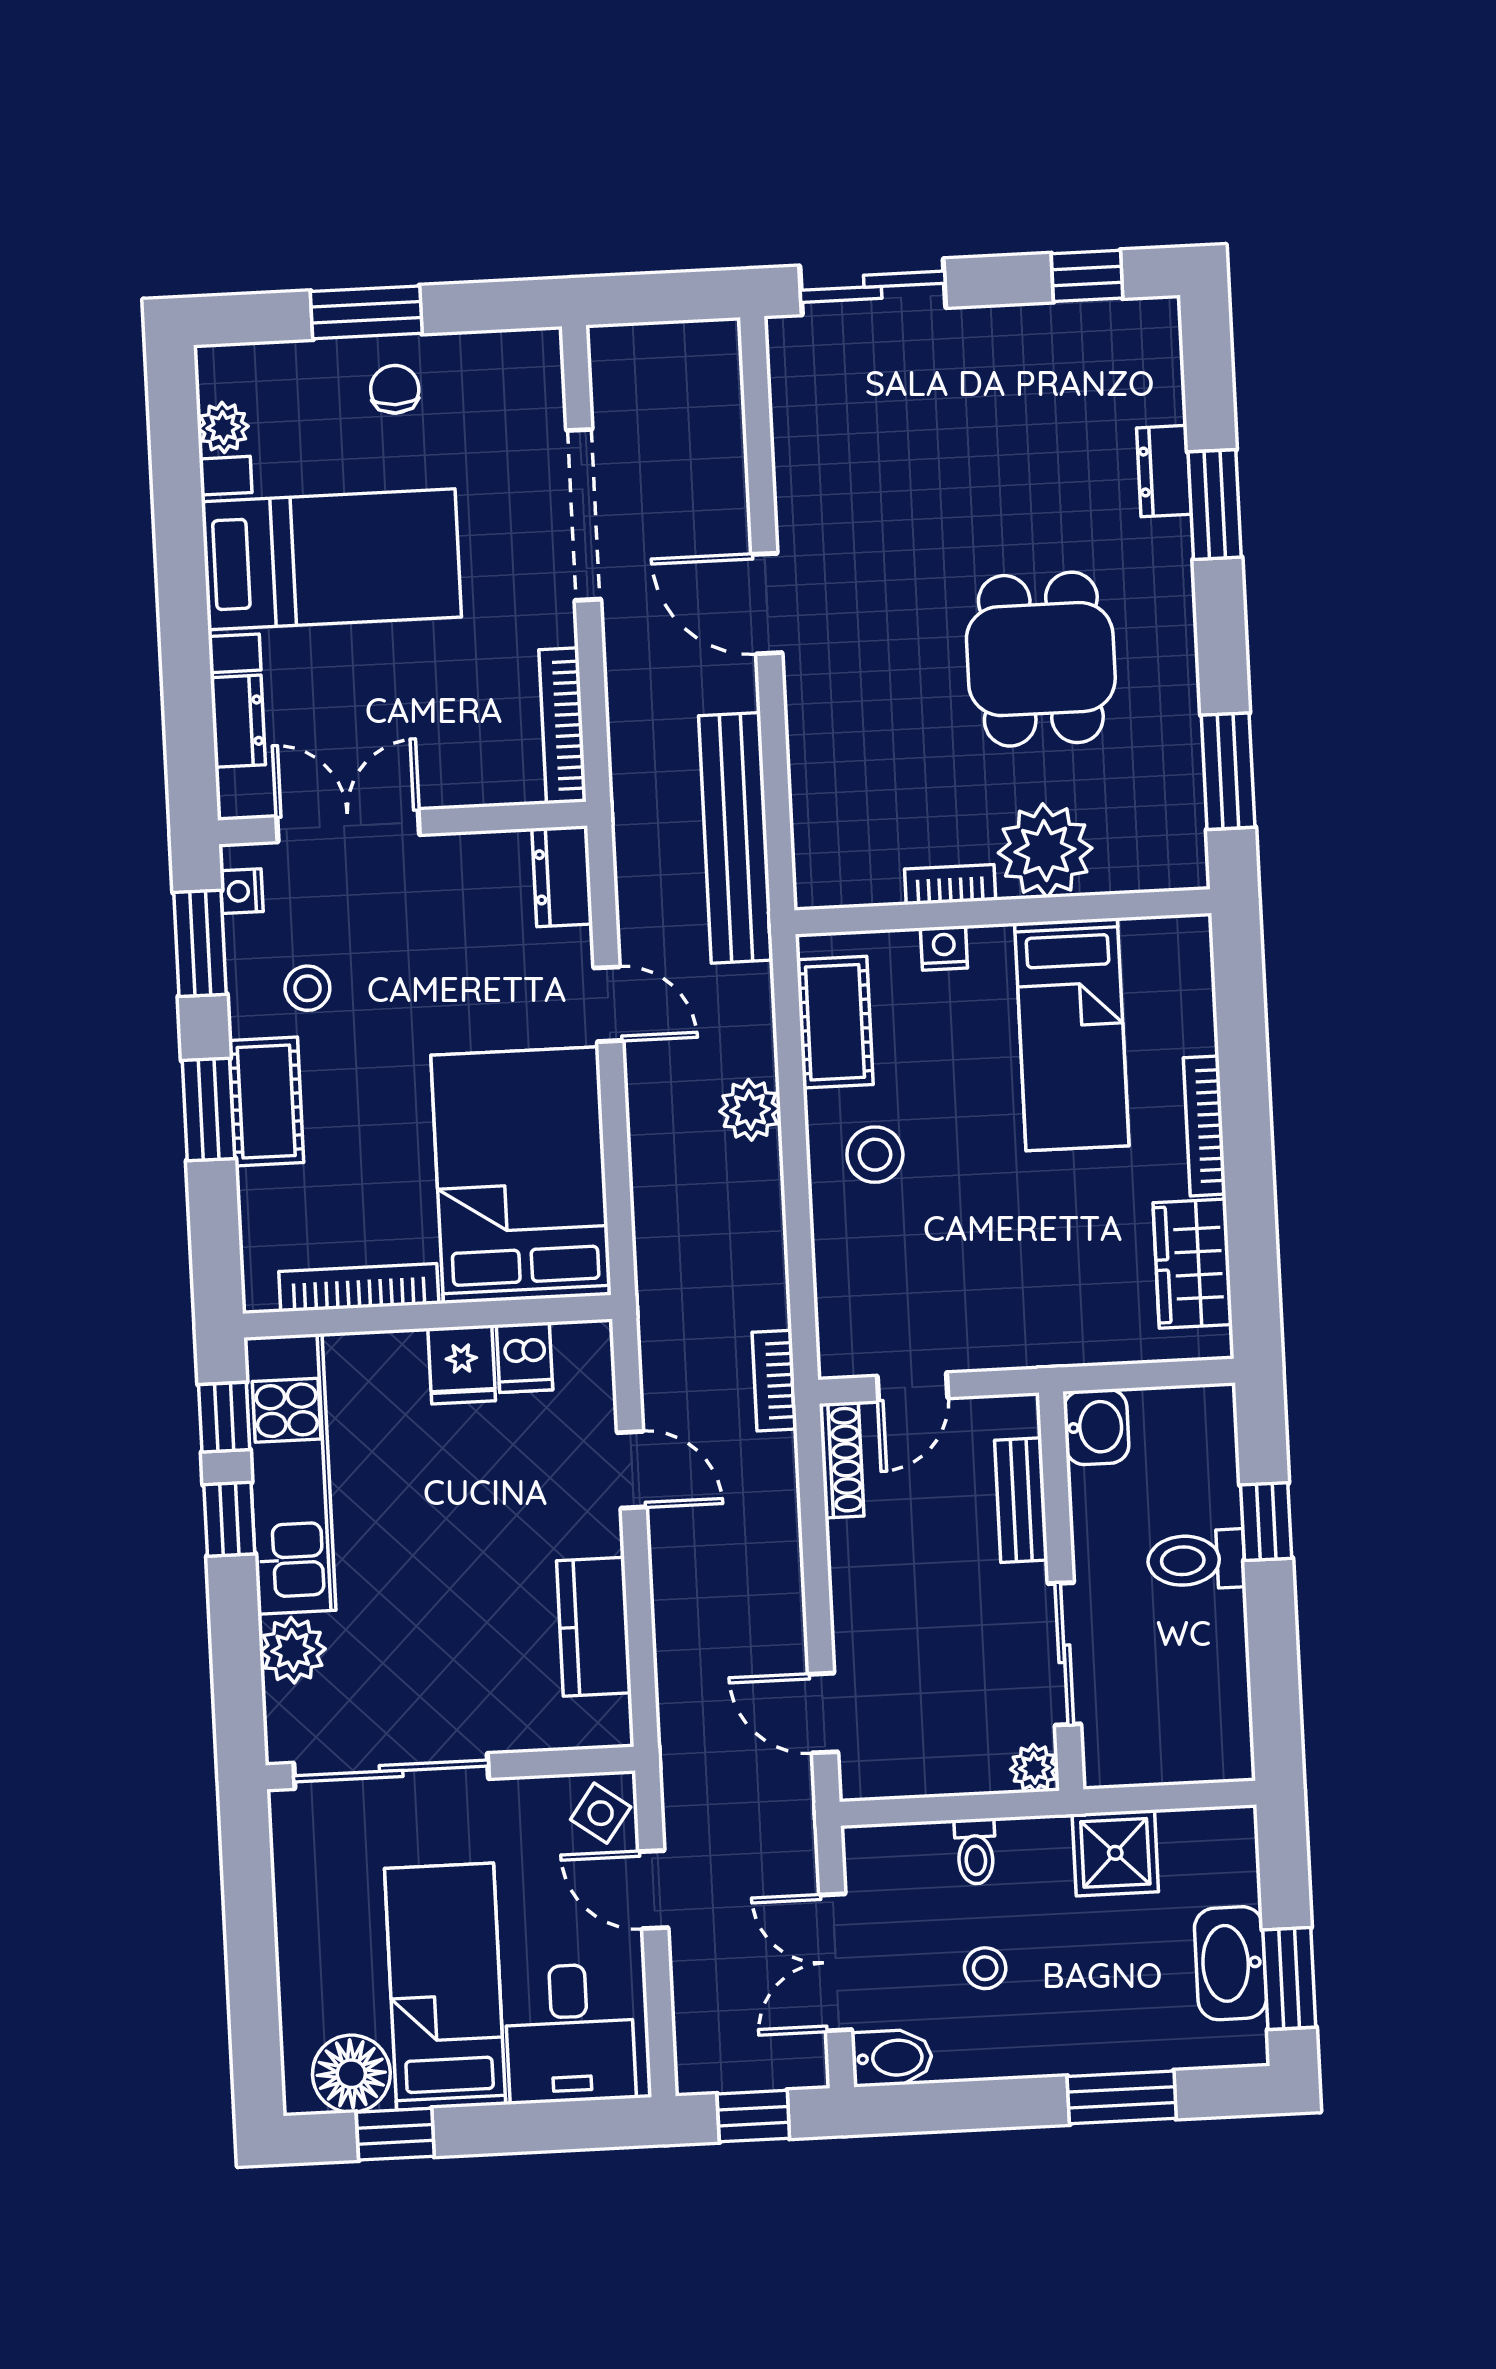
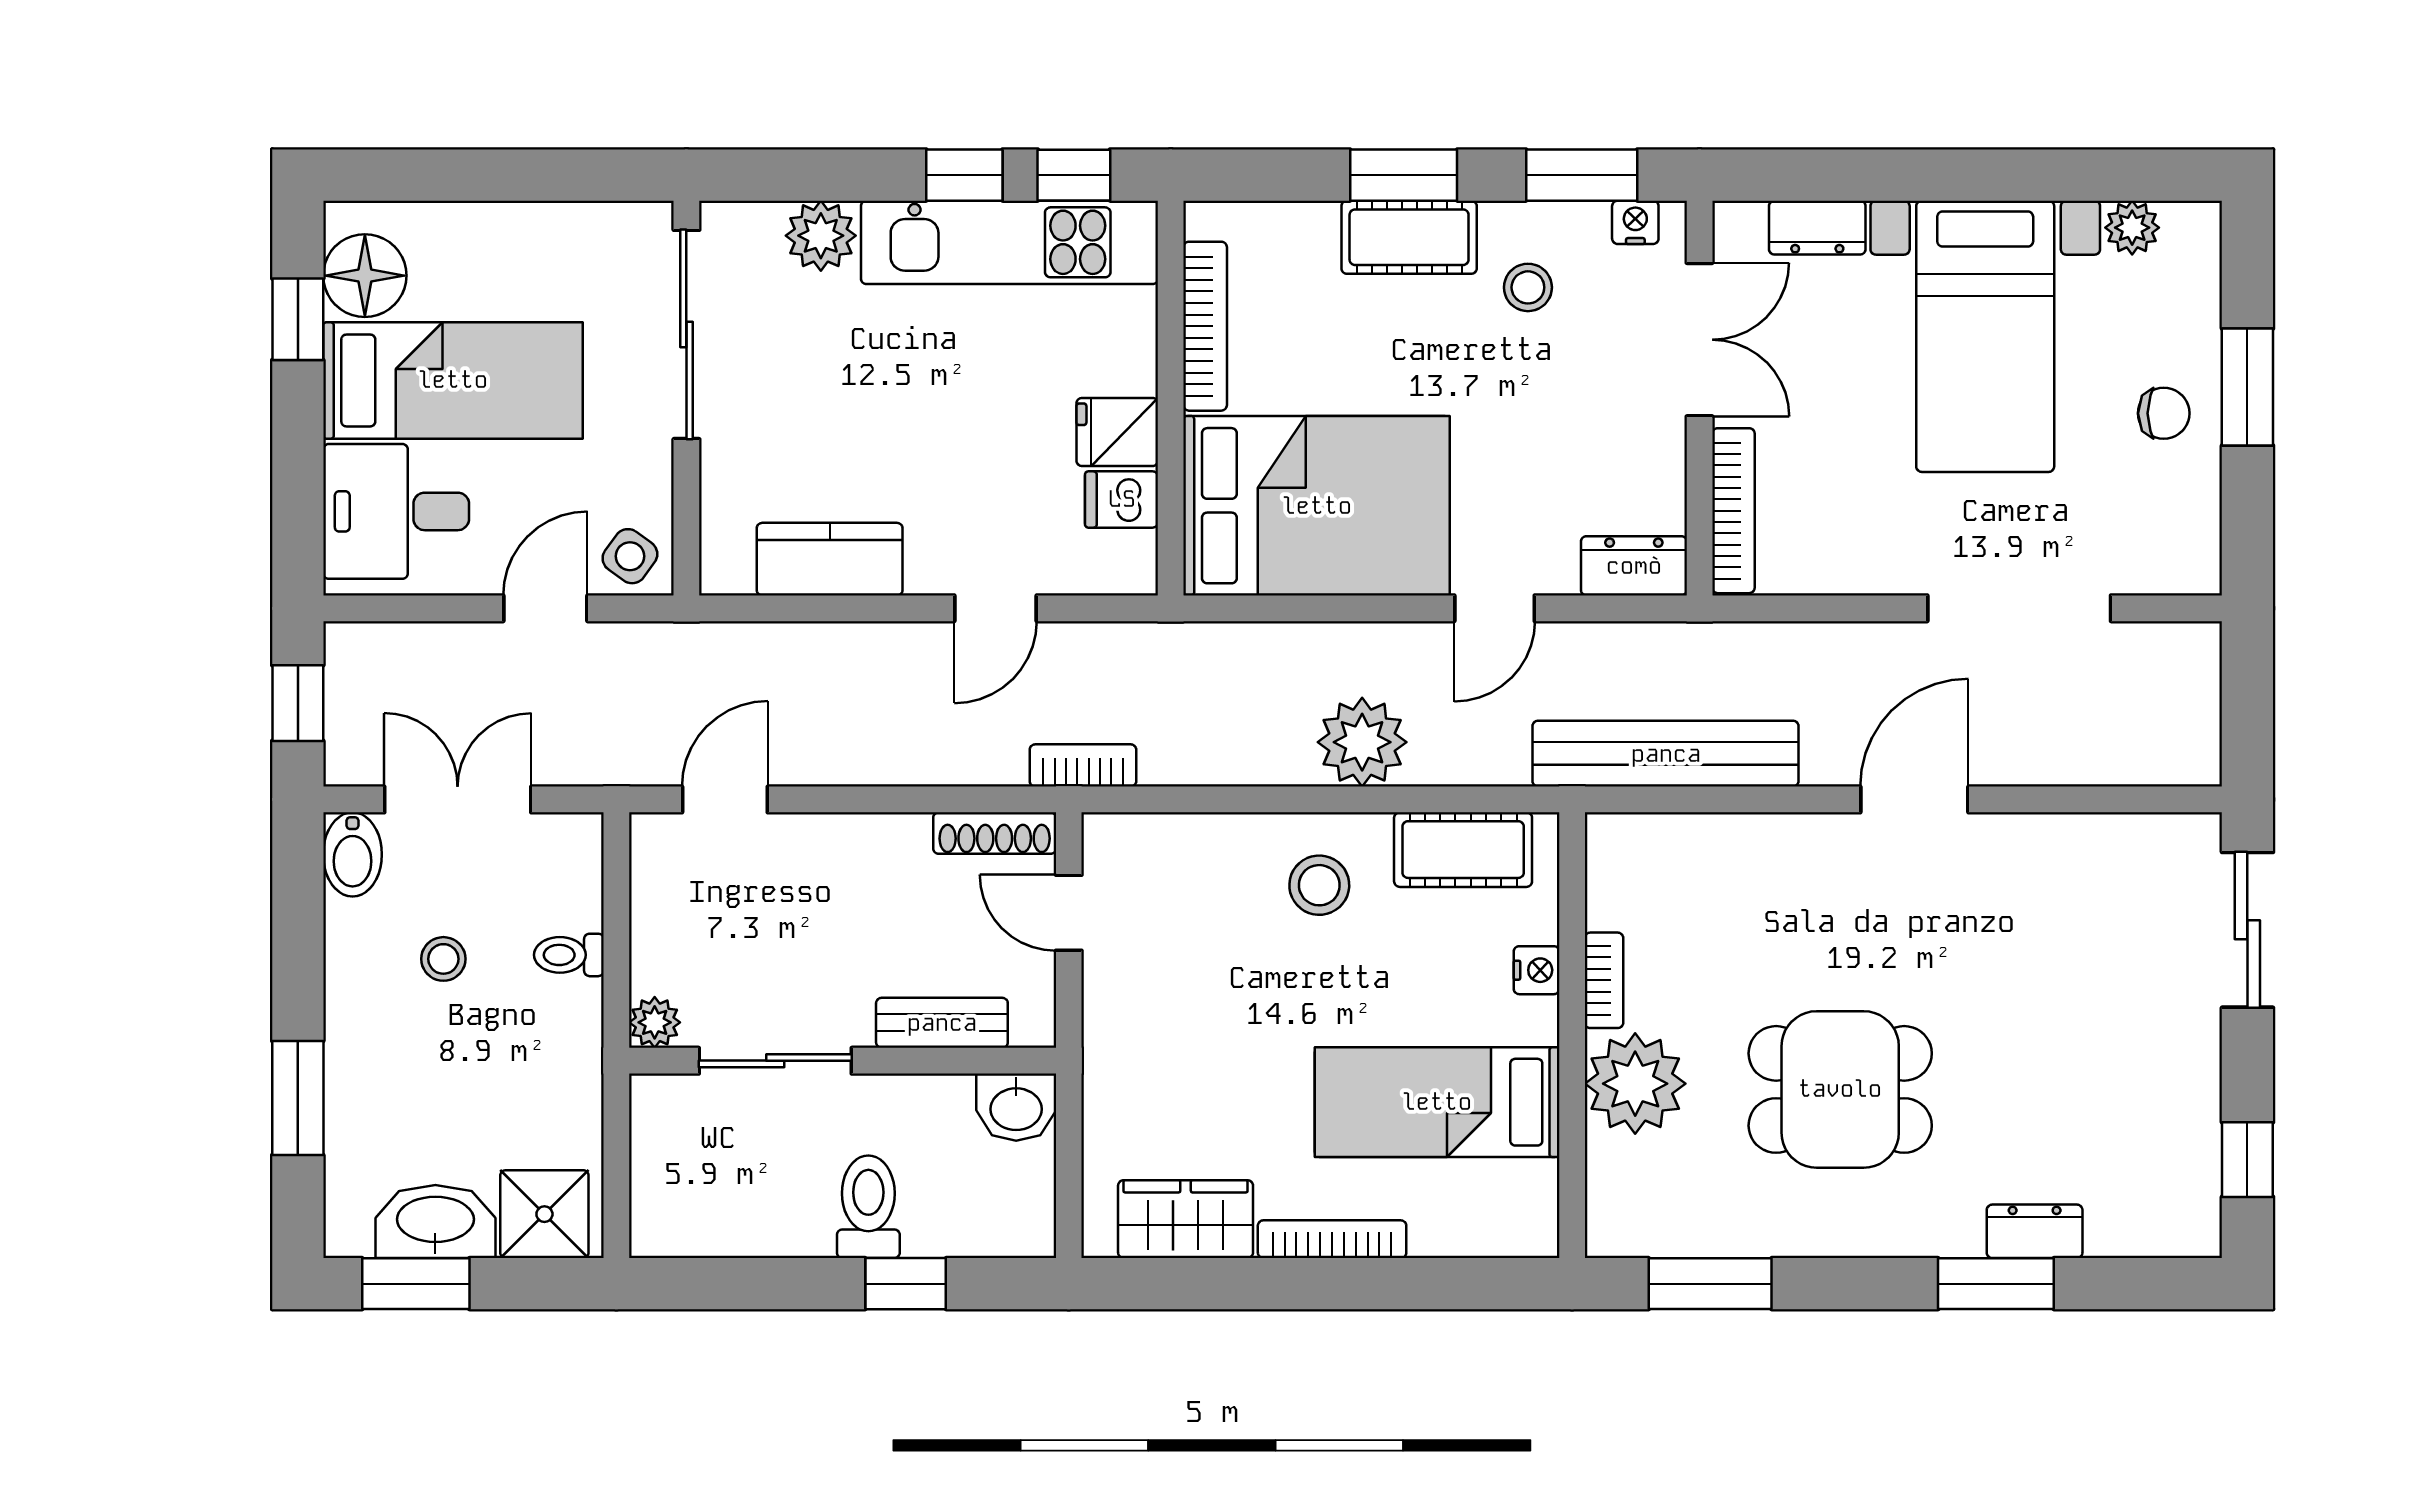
bookcase: (563, 726) -> (1733, 511), moved, turned 90
plant: (750, 1110) -> (1362, 742), width x1.36, depth x1.36
shower: (1115, 1853) -> (544, 1214), moved

